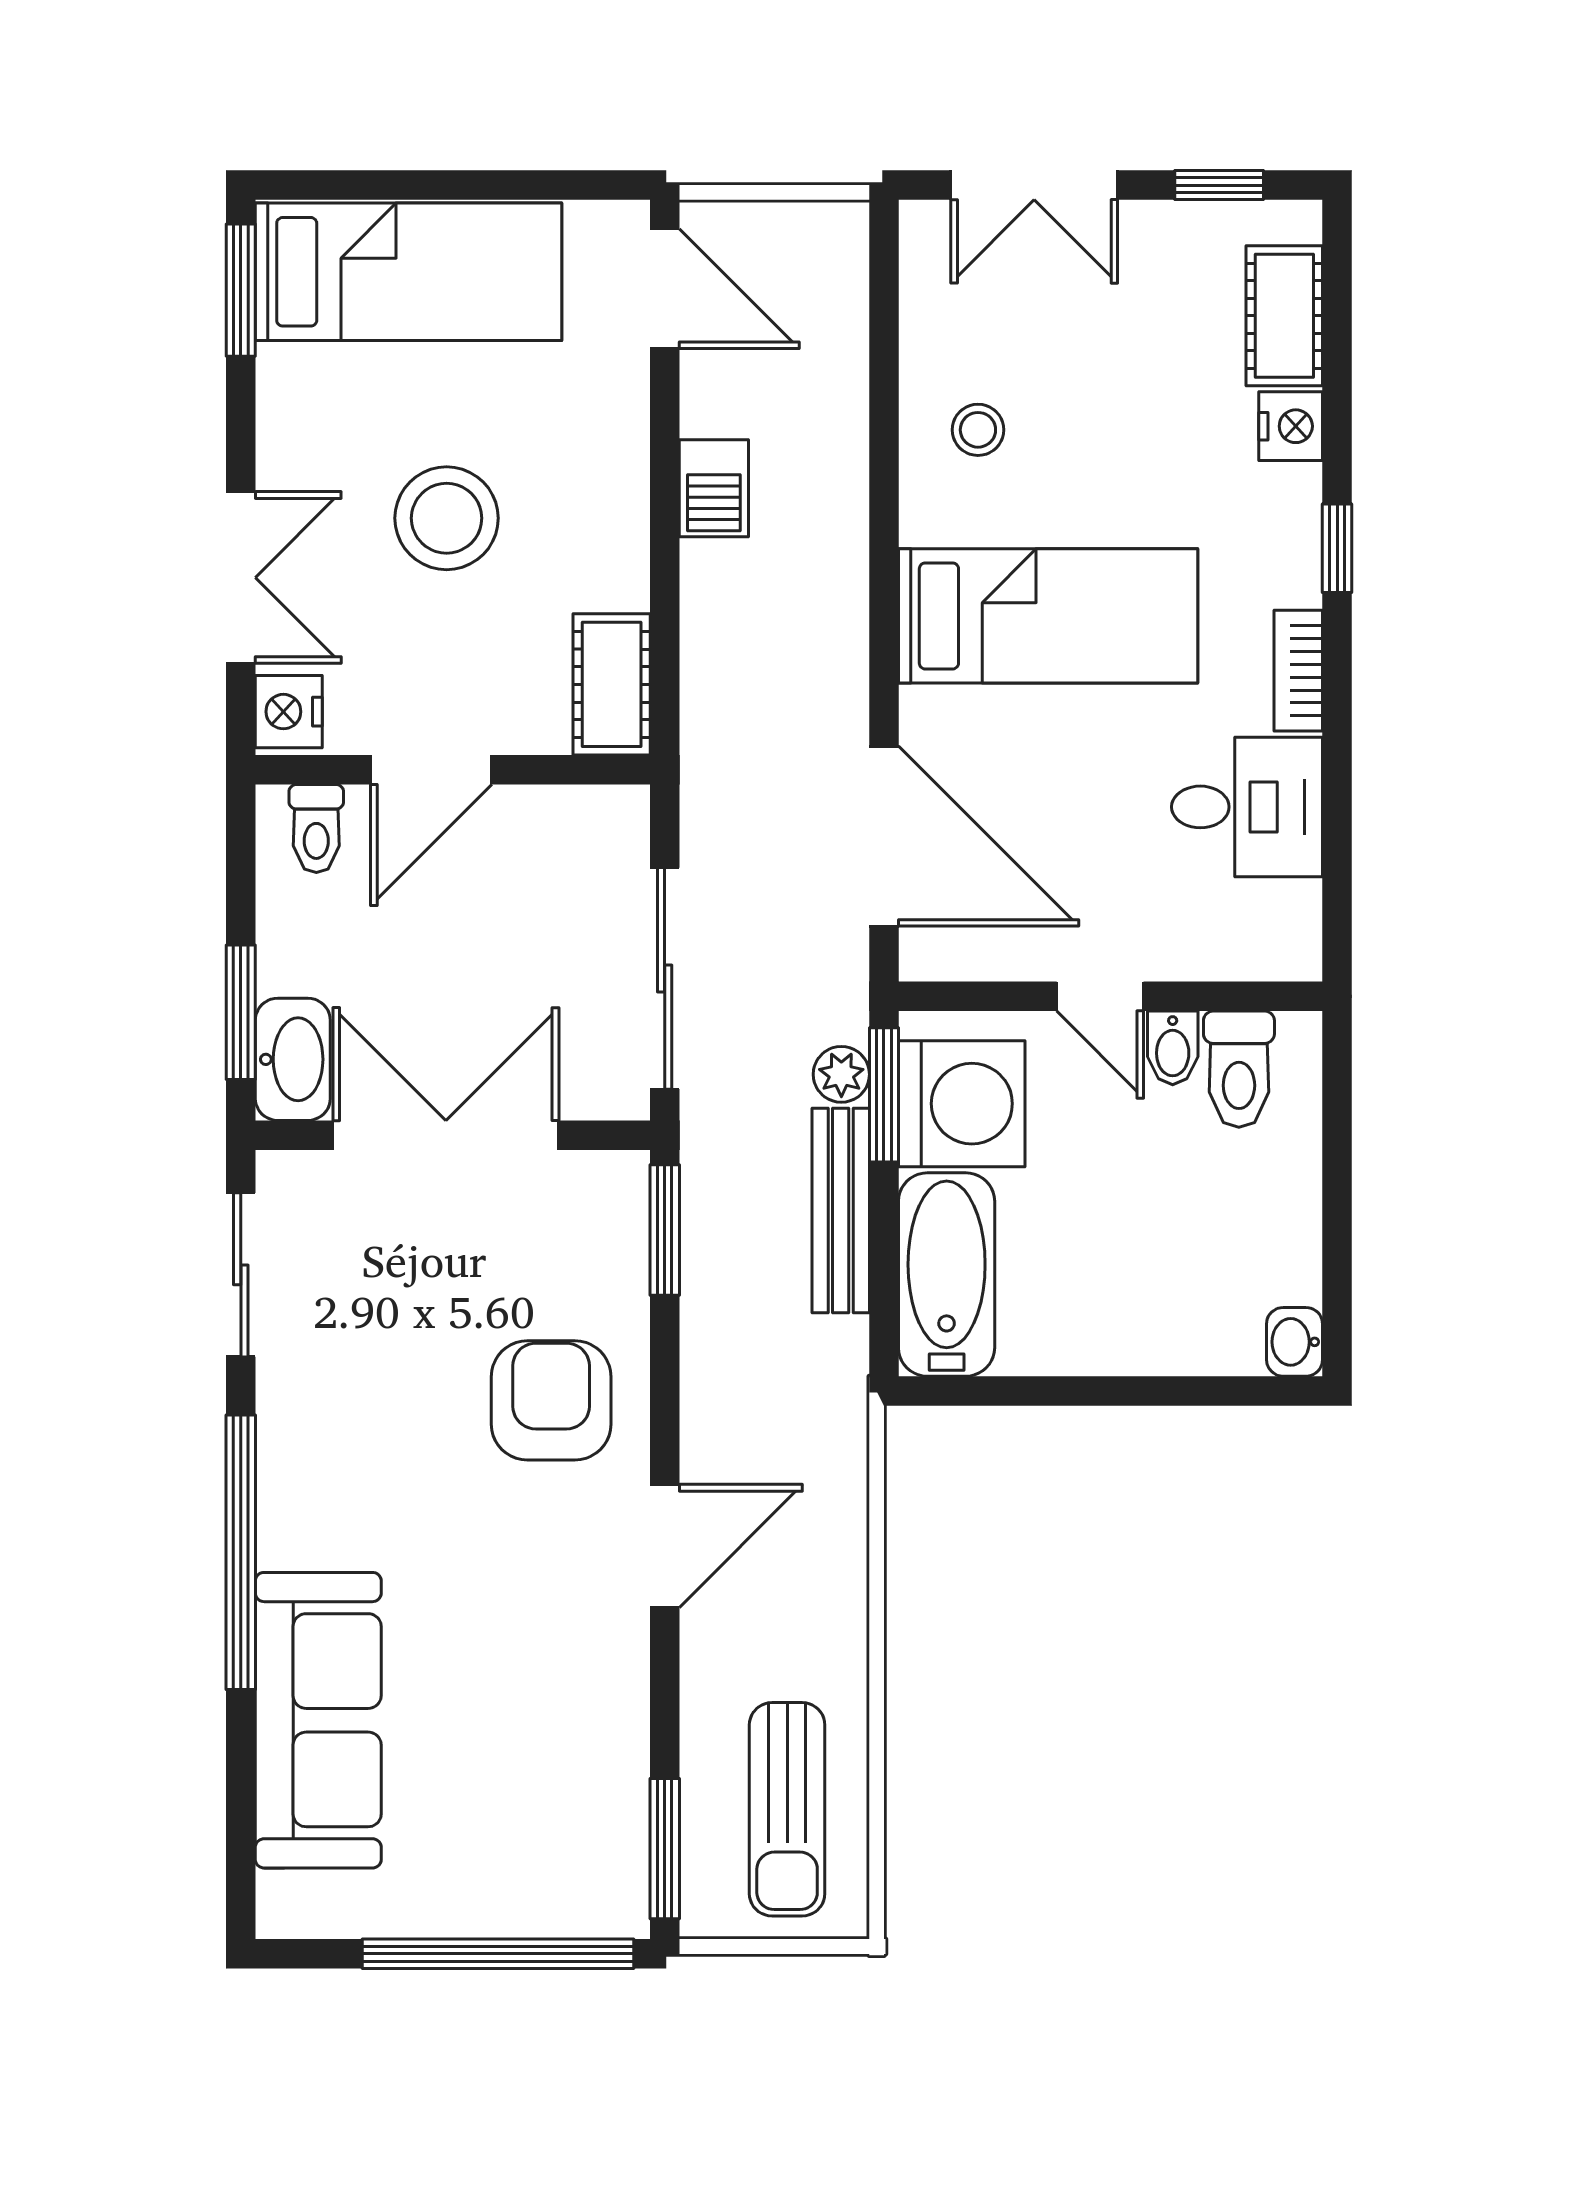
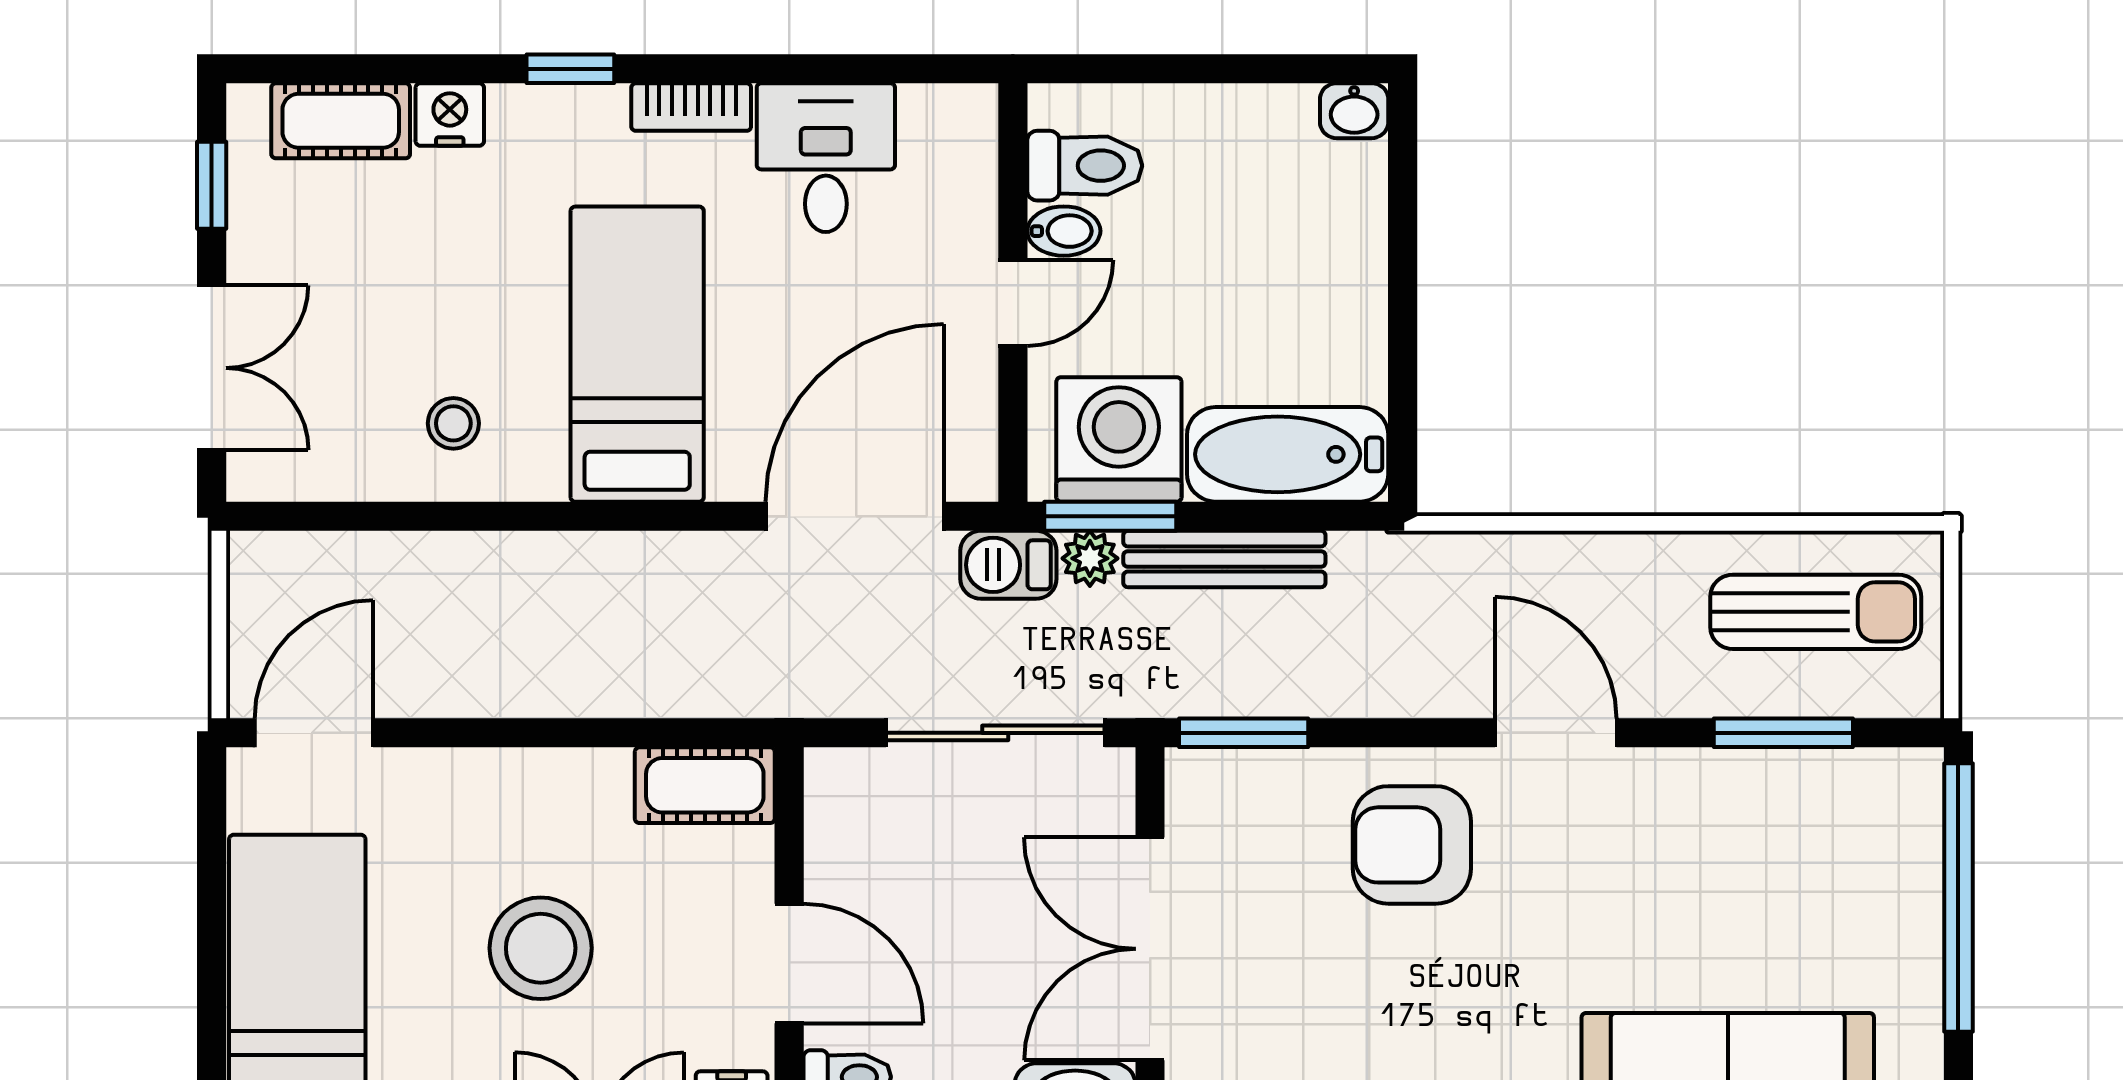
barbecue: (714, 488) -> (1008, 565), moved, turned 180
window: (665, 1849) -> (1783, 733), moved

